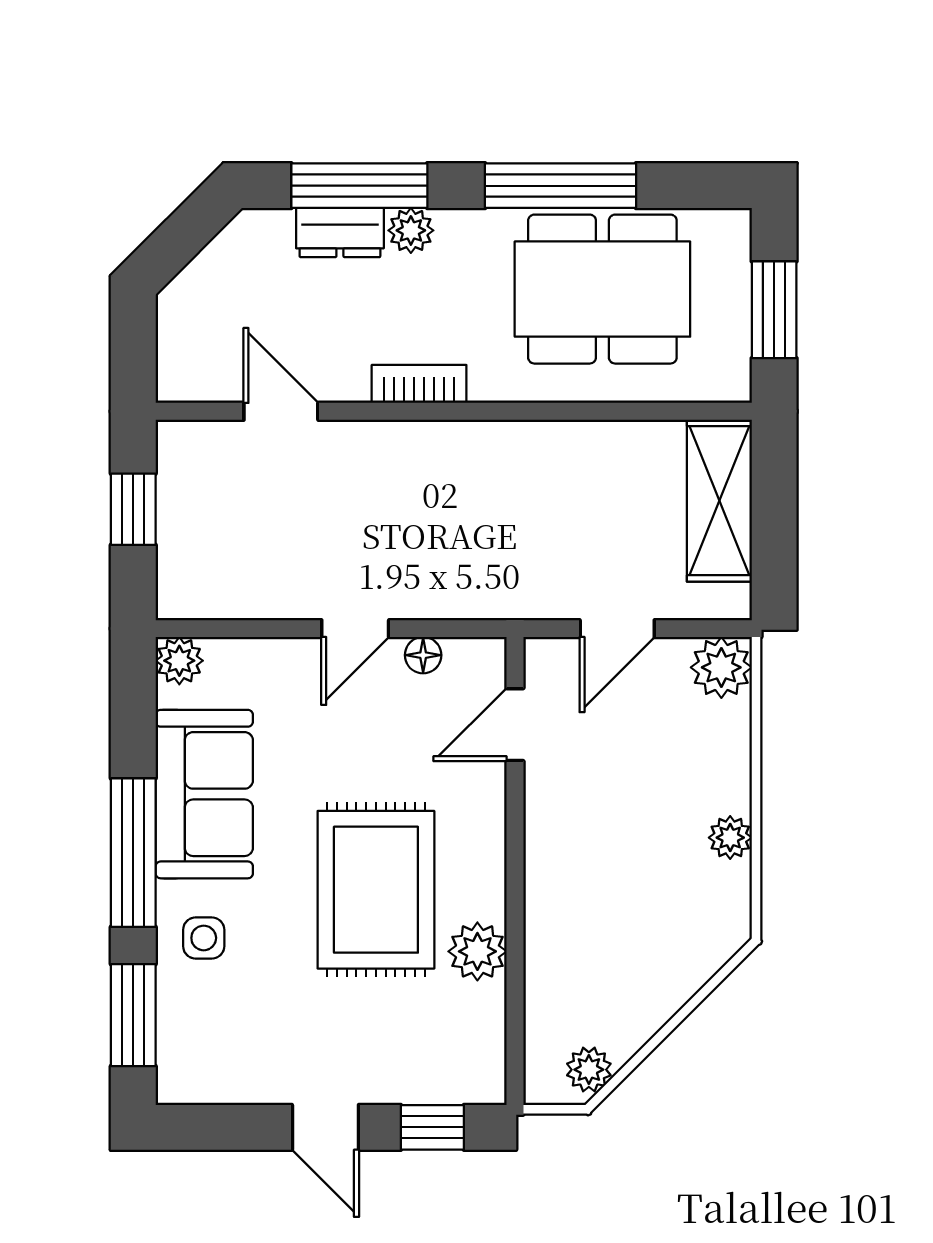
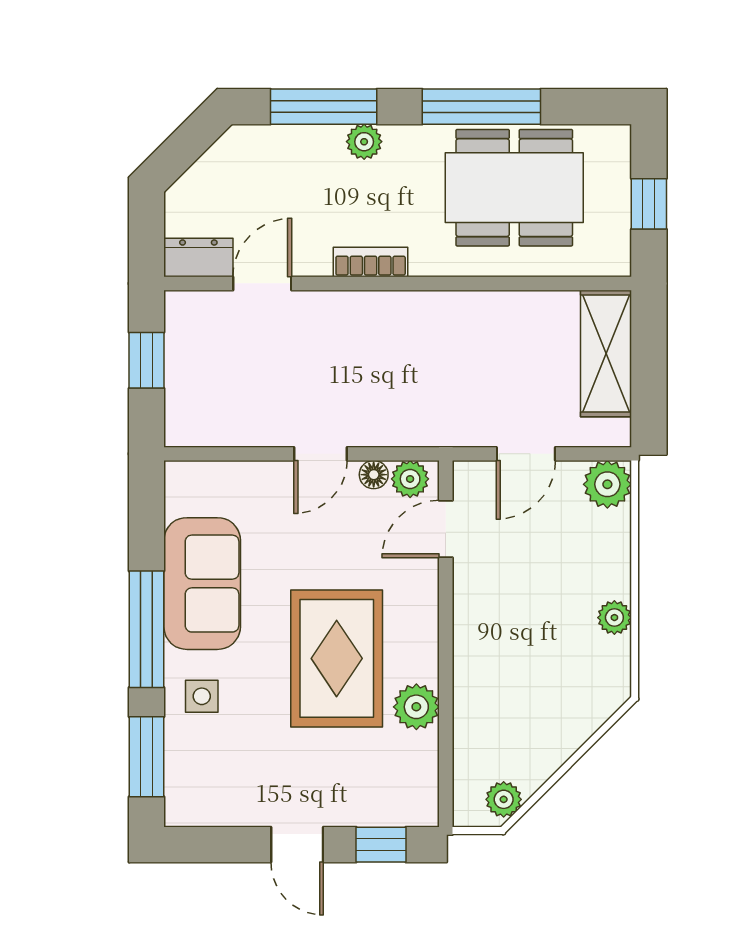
dresser: (340, 233) -> (198, 258), moved, turned 180
window: (774, 310) -> (649, 204), width x0.67
door: (281, 411) -> (262, 283), hinge flipped
plant: (179, 661) -> (410, 479), moved

